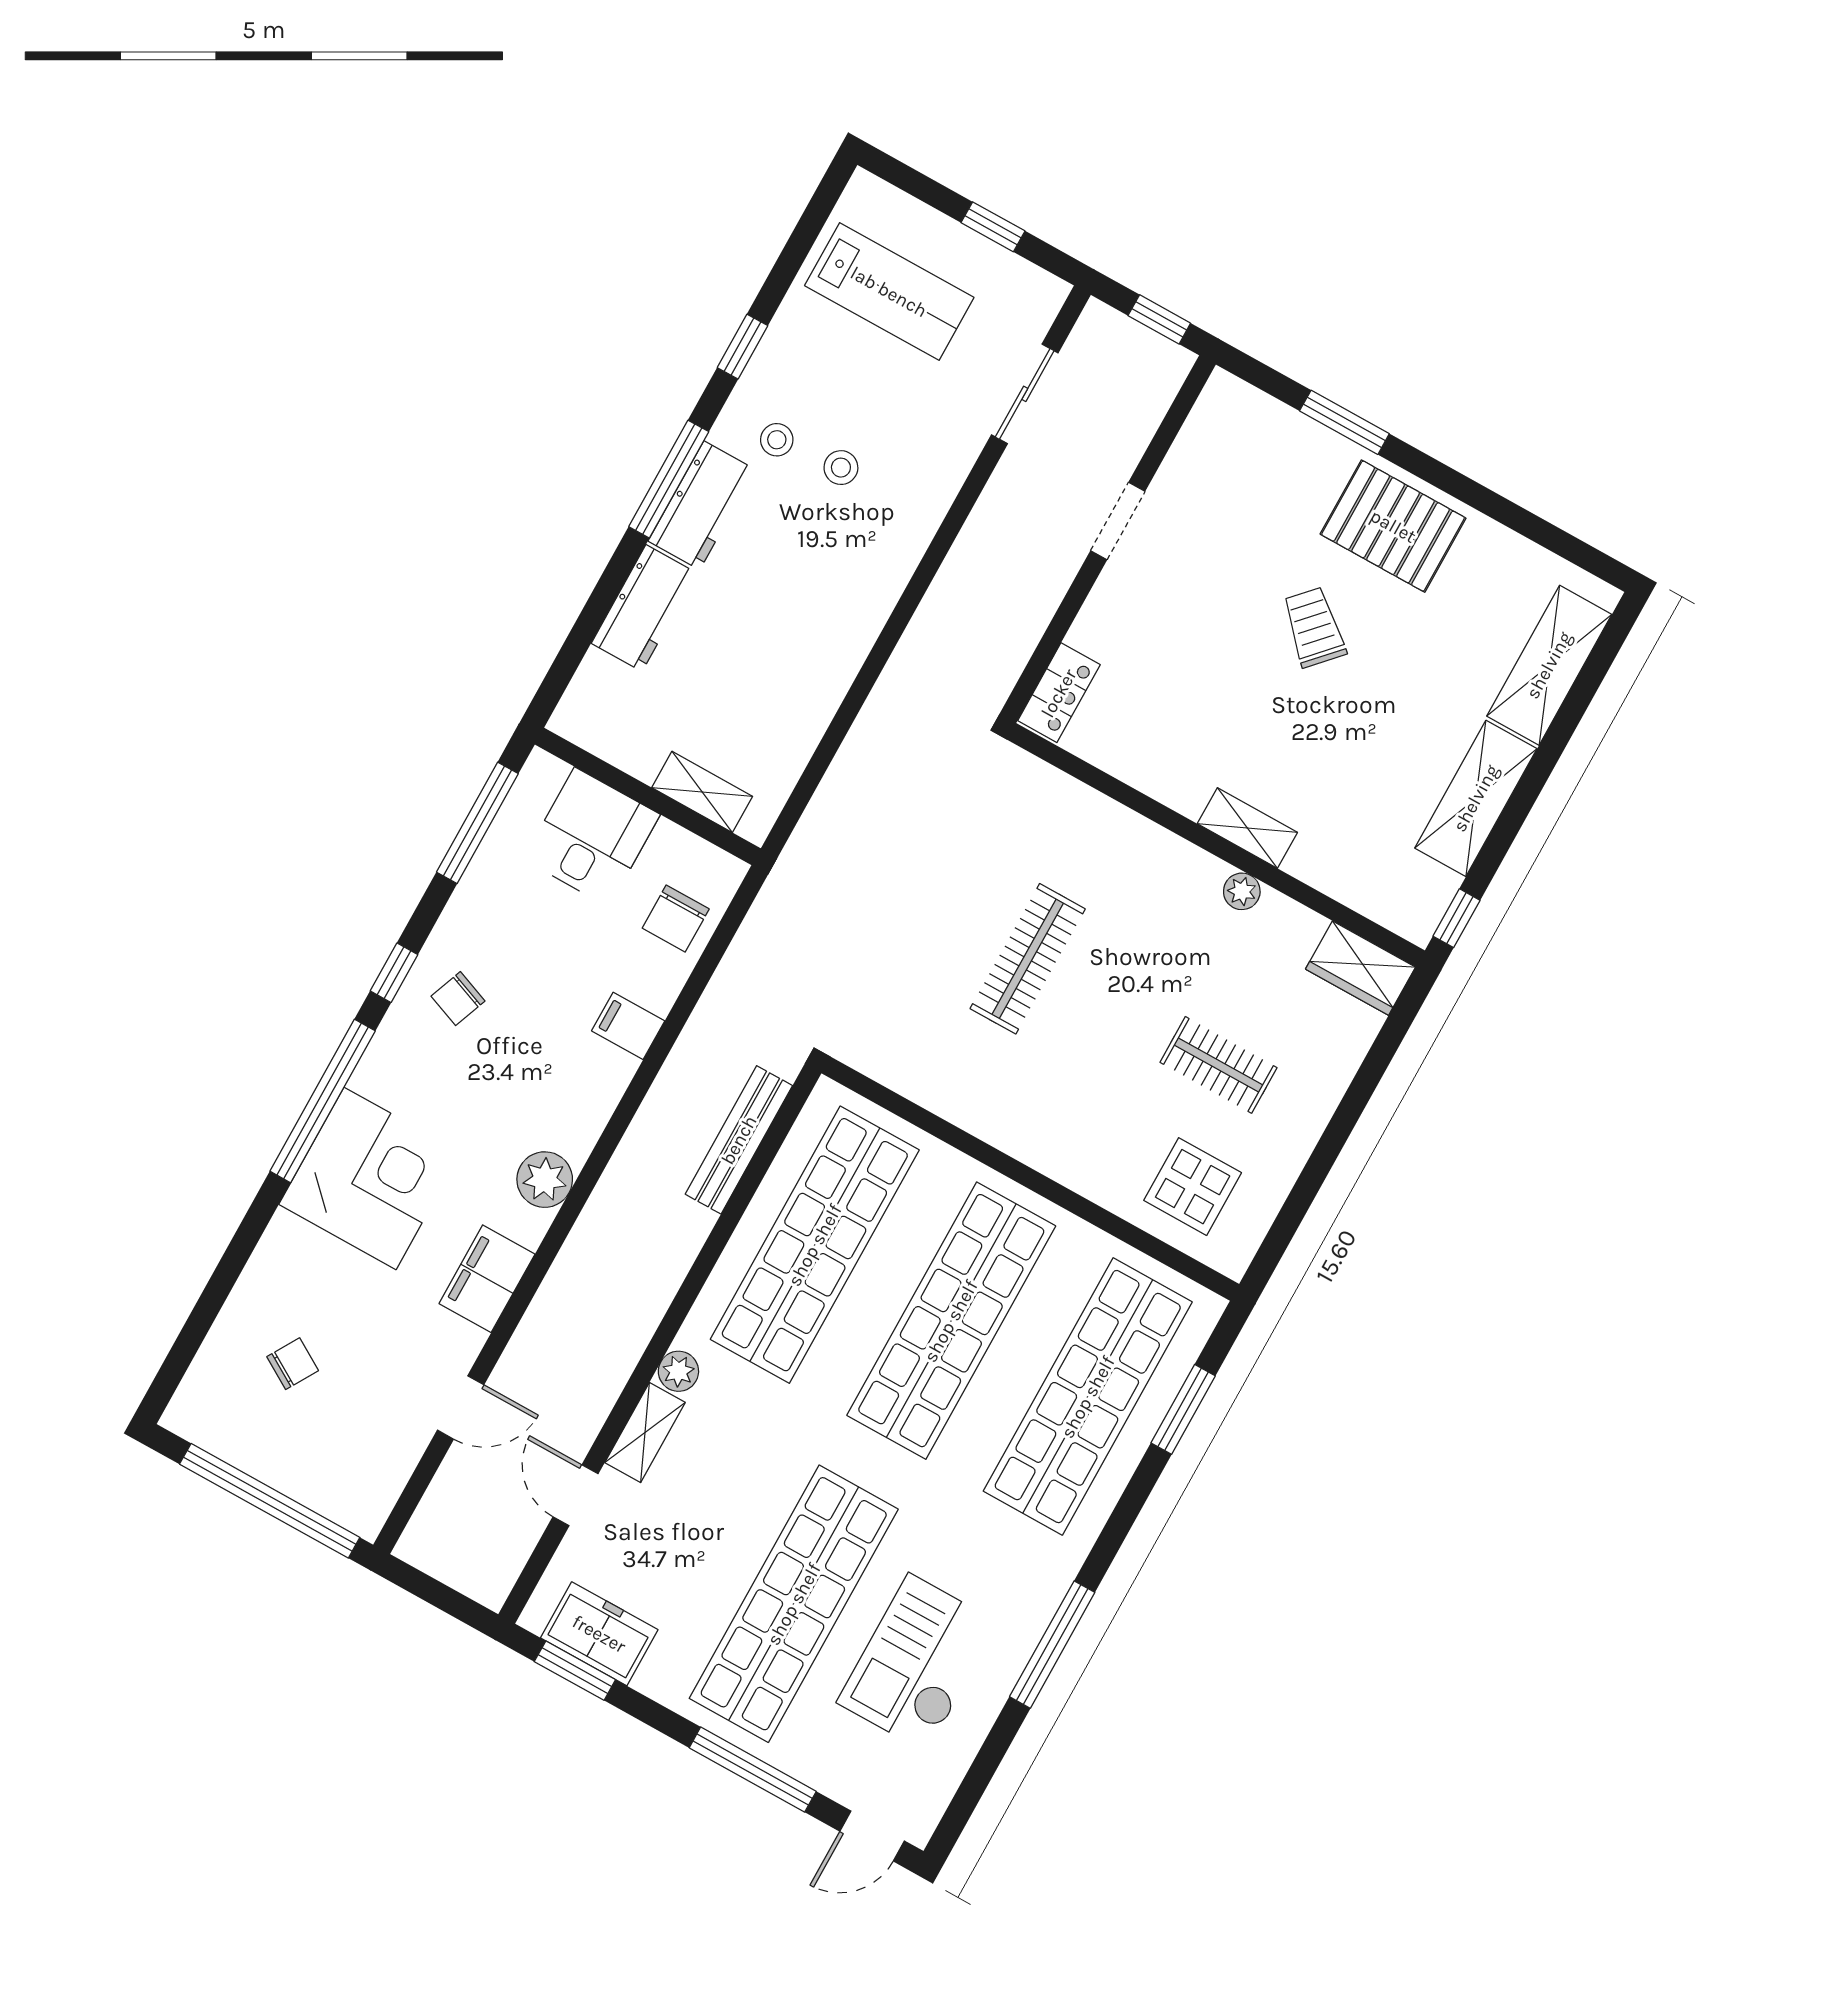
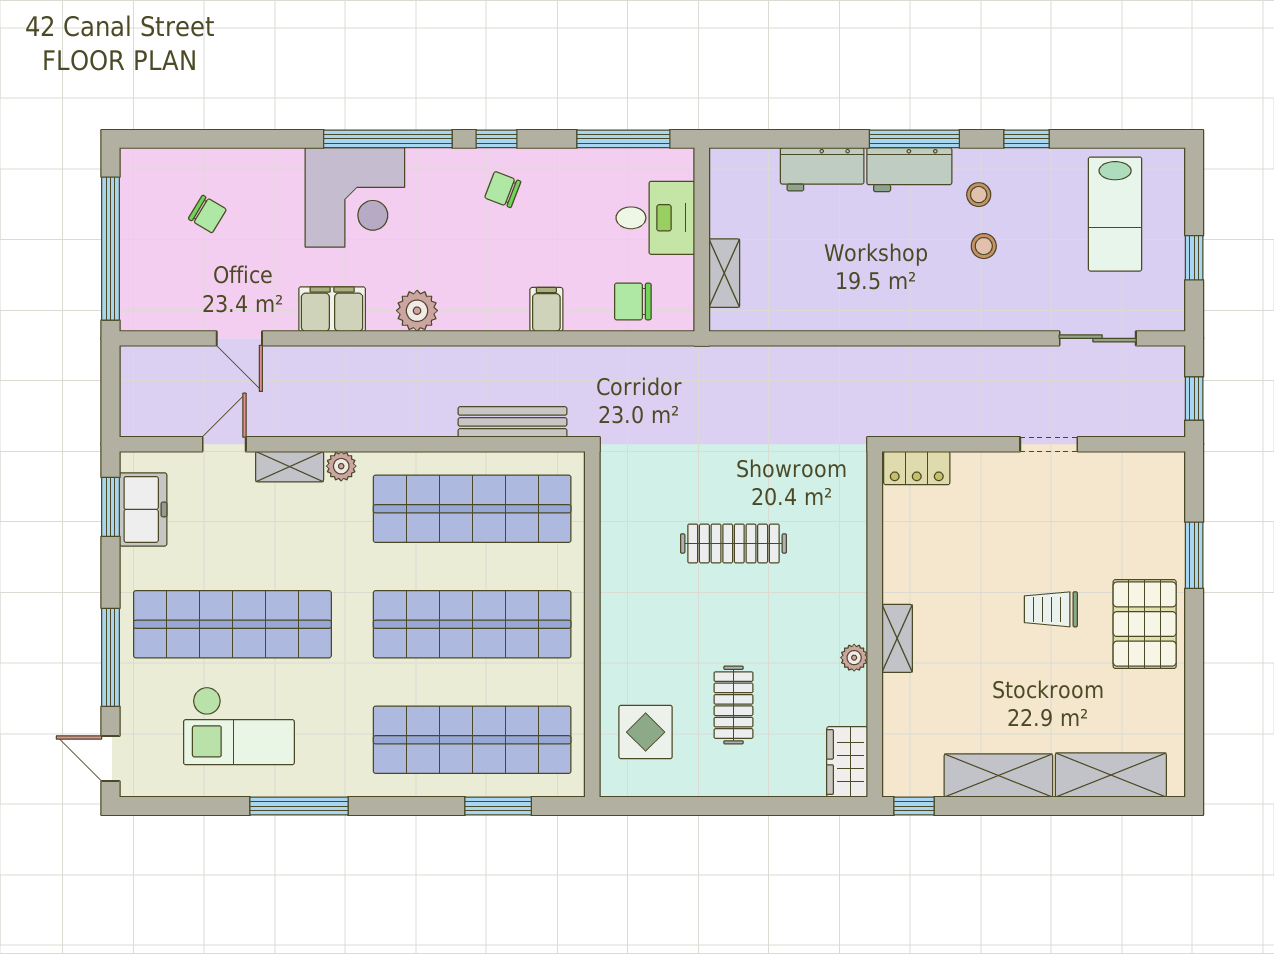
trolley: (1314, 627) -> (1051, 609), turned -133
checkout: (918, 1663) -> (239, 726), turned 180

